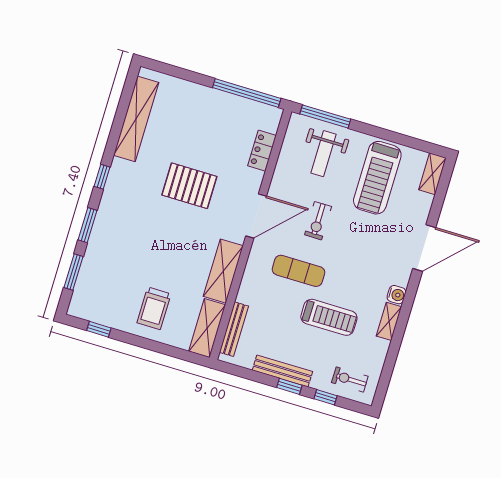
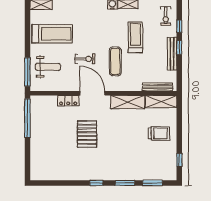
shelving: (136, 119) -> (59, 174), removed
locker: (262, 151) -> (68, 101), moved

